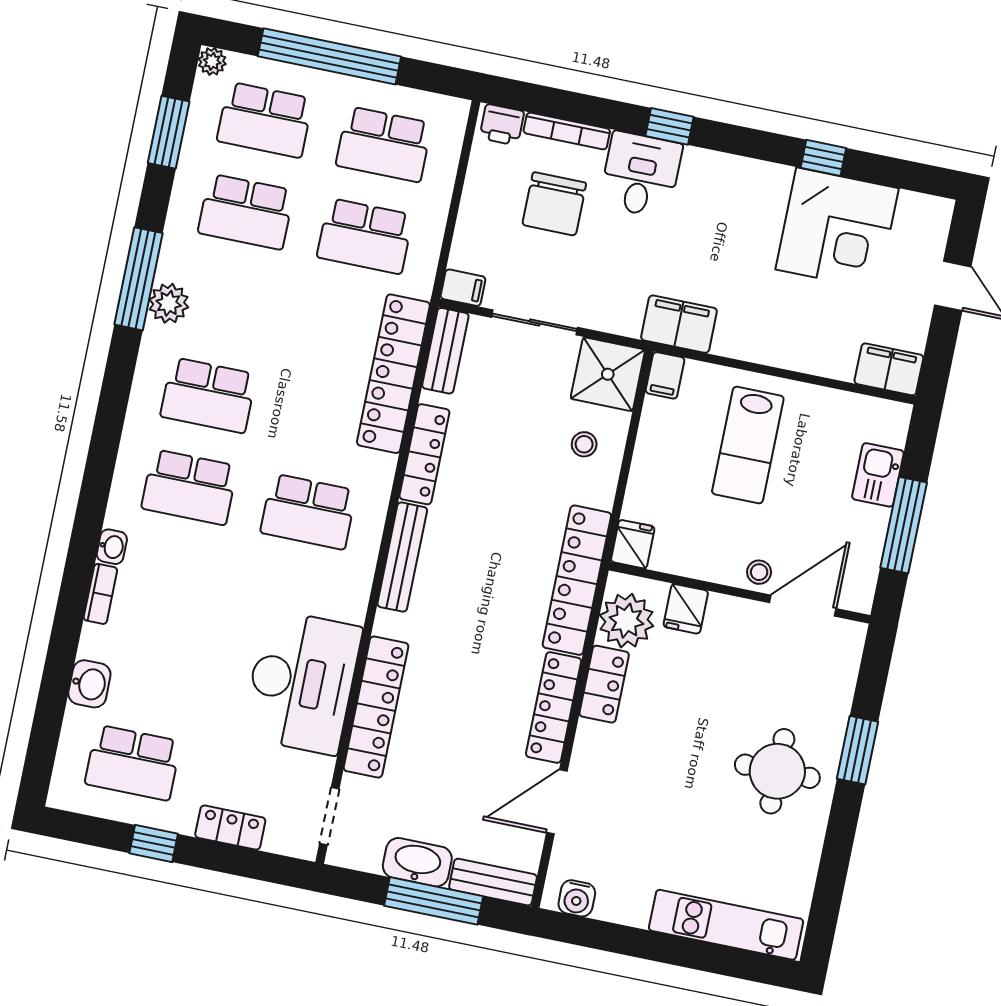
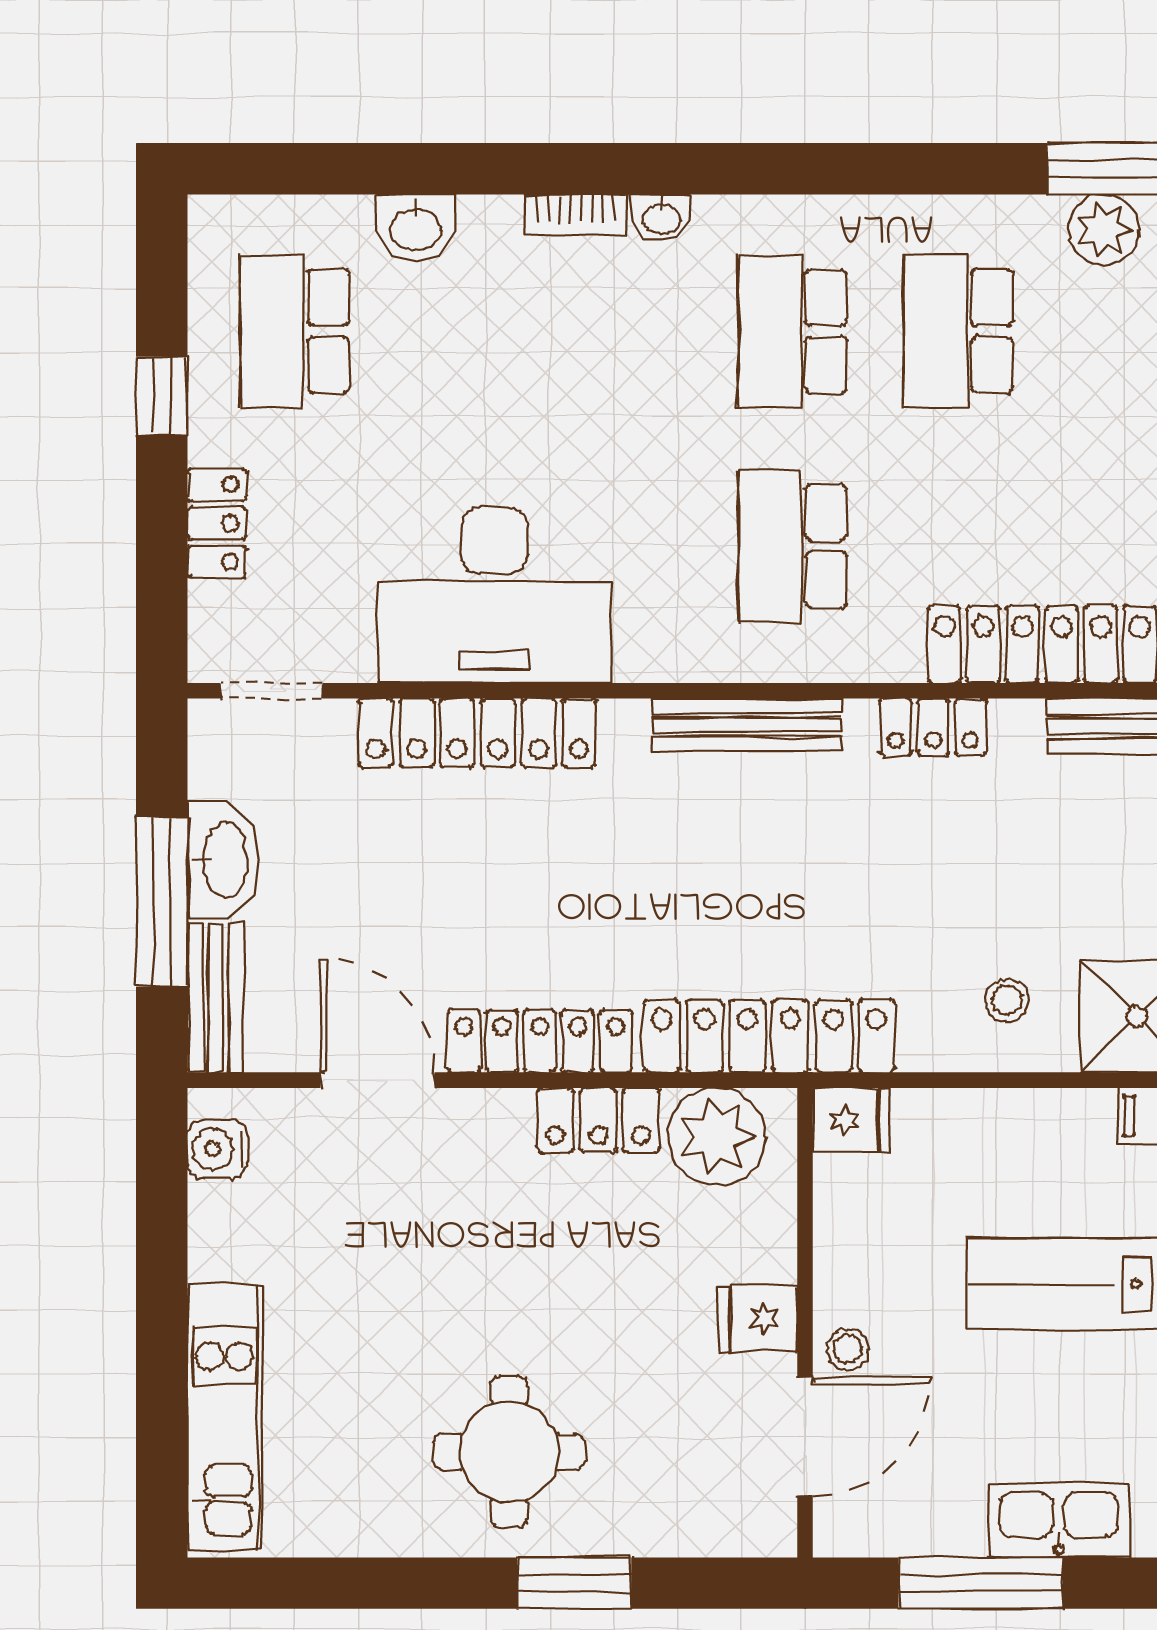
locker: (424, 454) -> (933, 727), width x0.66
kitchen sink: (878, 475) -> (1059, 1520), width x1.38
door: (803, 606) -> (805, 1437), hinge flipped
fridge: (686, 609) -> (758, 1319), moved

